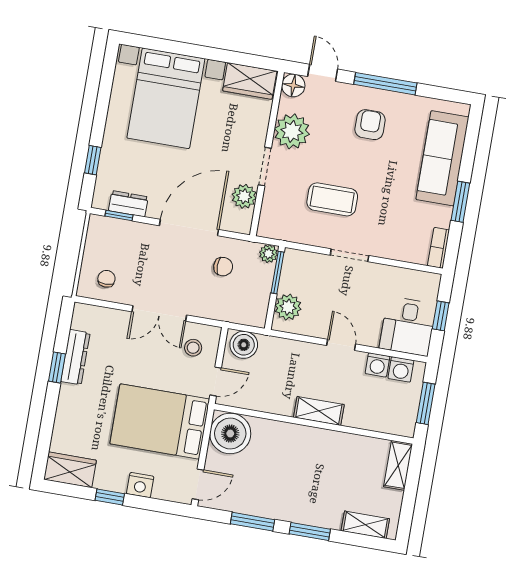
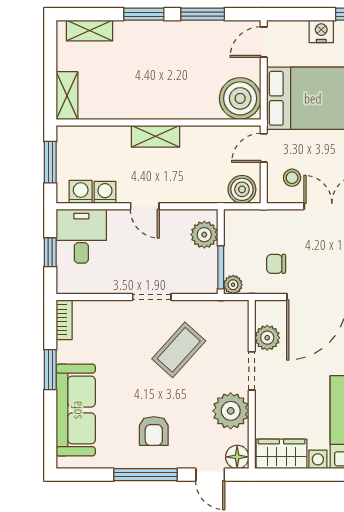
coffee table: (332, 199) -> (179, 350), turned -48

